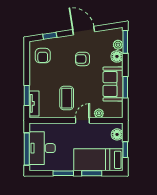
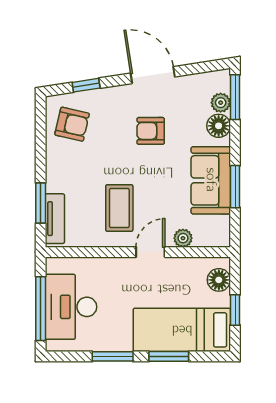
armchair: (43, 56) -> (72, 124), turned -77

